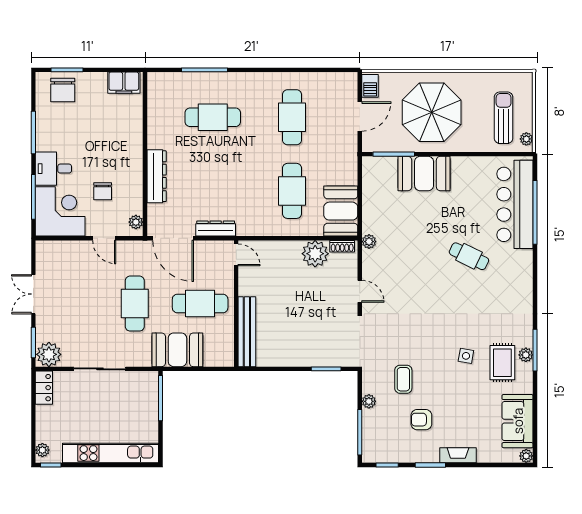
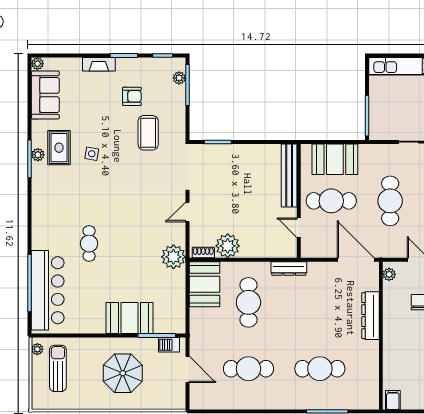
filing cabinet: (124, 83) -> (393, 400), width x0.50
barbecue: (370, 86) -> (169, 345), moved, turned -90
parasol: (432, 112) -> (123, 373), width x0.73, depth x0.73
door: (360, 116) -> (187, 369), swing flipped
cafe table: (292, 117) -> (248, 369), turned 90
sun lounger: (504, 118) -> (58, 368), turned 180
dresser: (216, 228) -> (289, 269), moved
plant: (369, 242) -> (173, 257), width x1.87, depth x1.87
door: (236, 255) -> (299, 228), moved
cafe table: (469, 256) -> (89, 244), turned 64
door: (360, 291) -> (187, 212), hinge flipped
booth: (177, 350) -> (335, 159), moved
coffee table: (403, 379) -> (148, 133), width x1.36, depth x1.30
plant: (369, 401) -> (179, 78), moved

